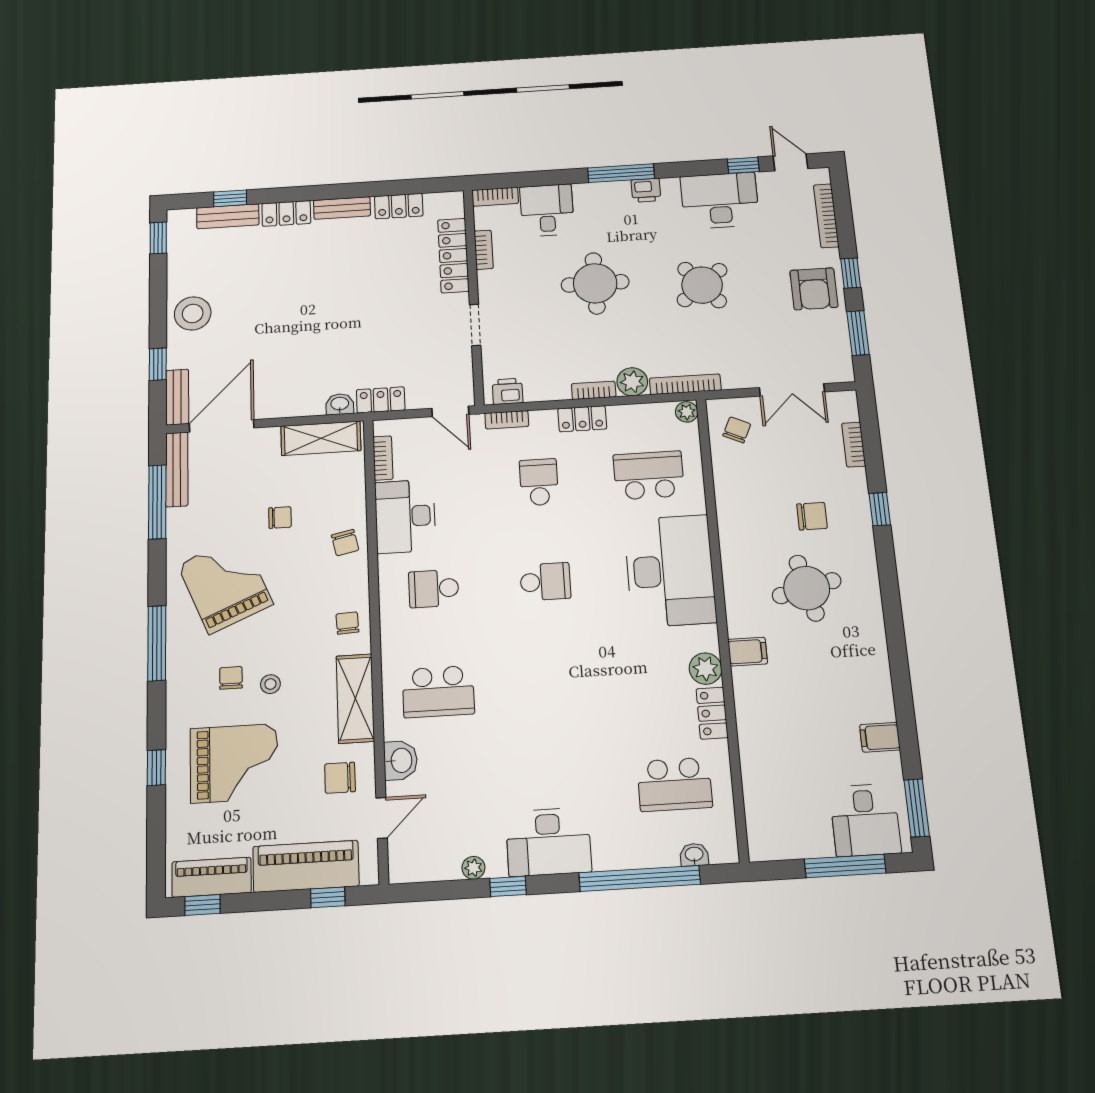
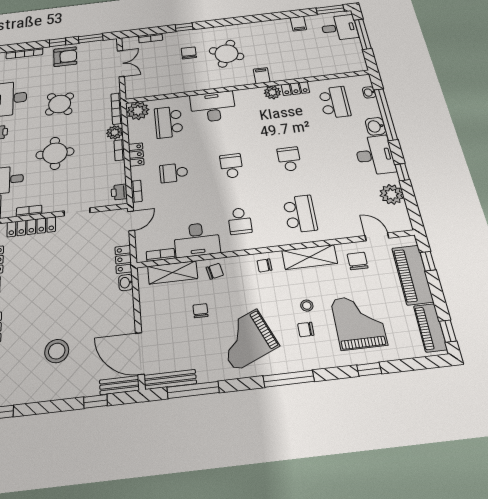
stool: (193, 313) -> (57, 351), moved
plant: (687, 412) -> (138, 111), width x1.87, depth x1.87
chair: (737, 430) -> (143, 85), removed
shelving: (321, 438) -> (173, 272), moved, turned 90
desk: (670, 571) -> (213, 107), width x0.73, depth x0.77
round table: (807, 588) -> (227, 54), turned 37
school desk: (552, 685) -> (289, 159), added
washbasin: (401, 760) -> (375, 126), moved, turned -90
chair: (340, 778) -> (358, 261), turned 180
plant: (473, 868) -> (392, 194), width x1.88, depth x1.88

